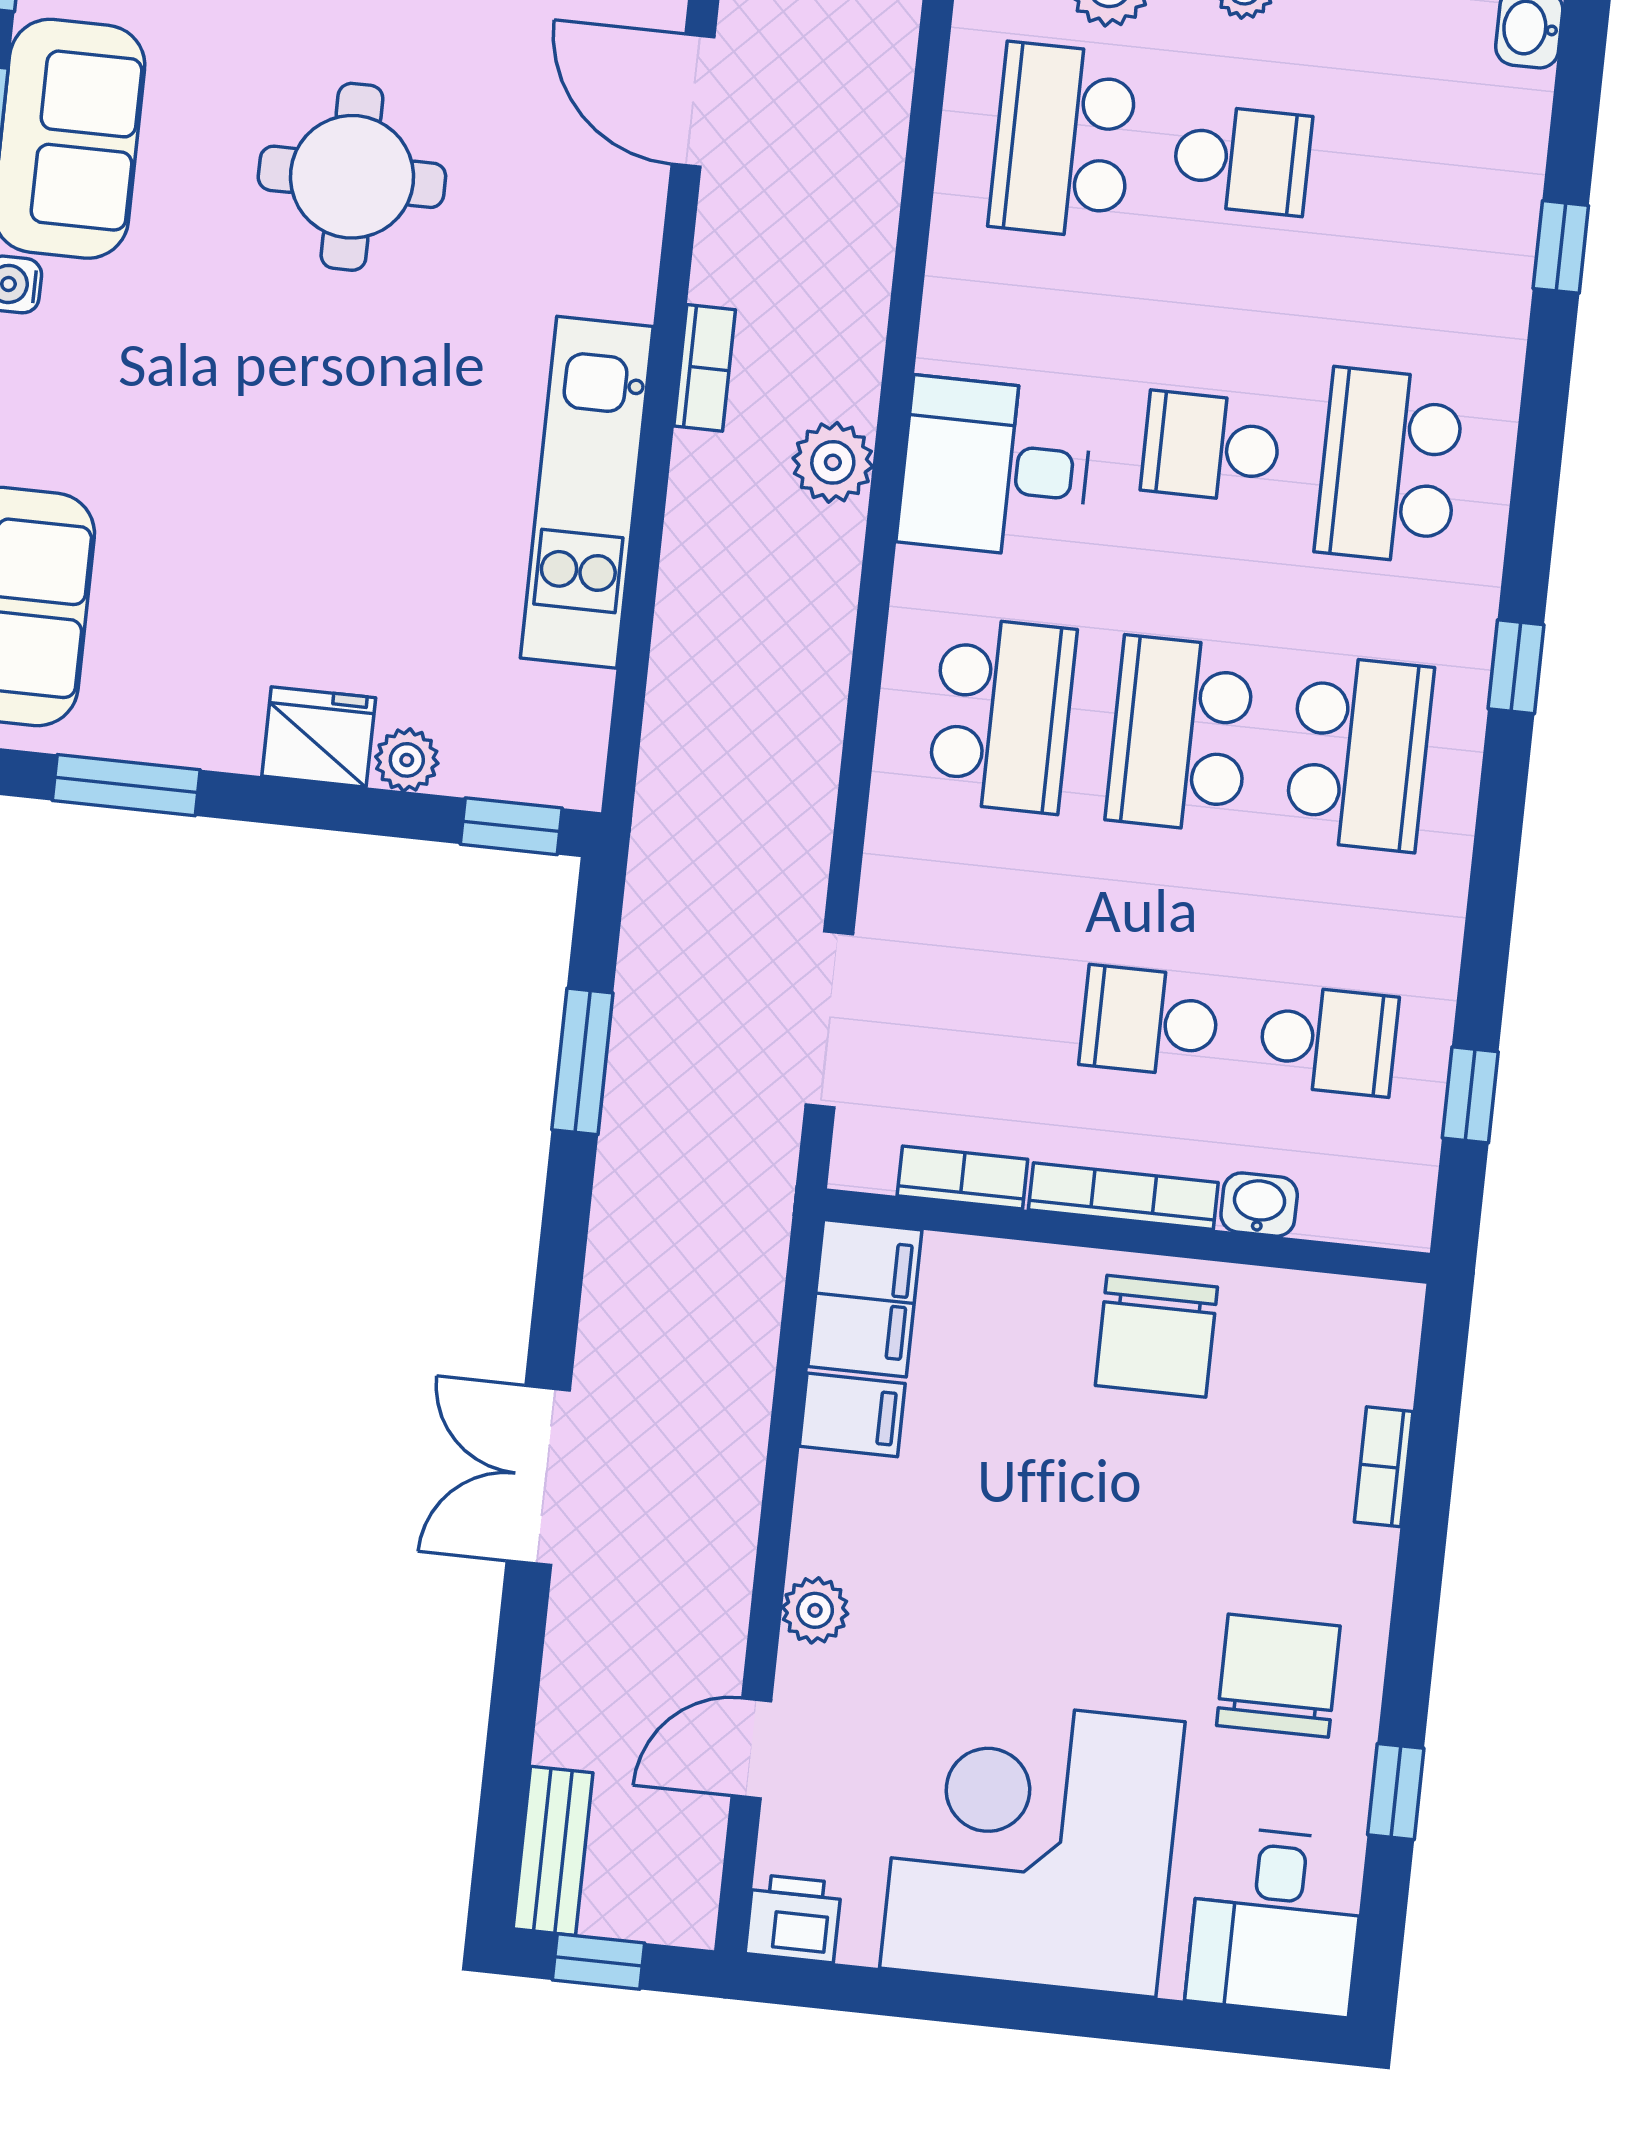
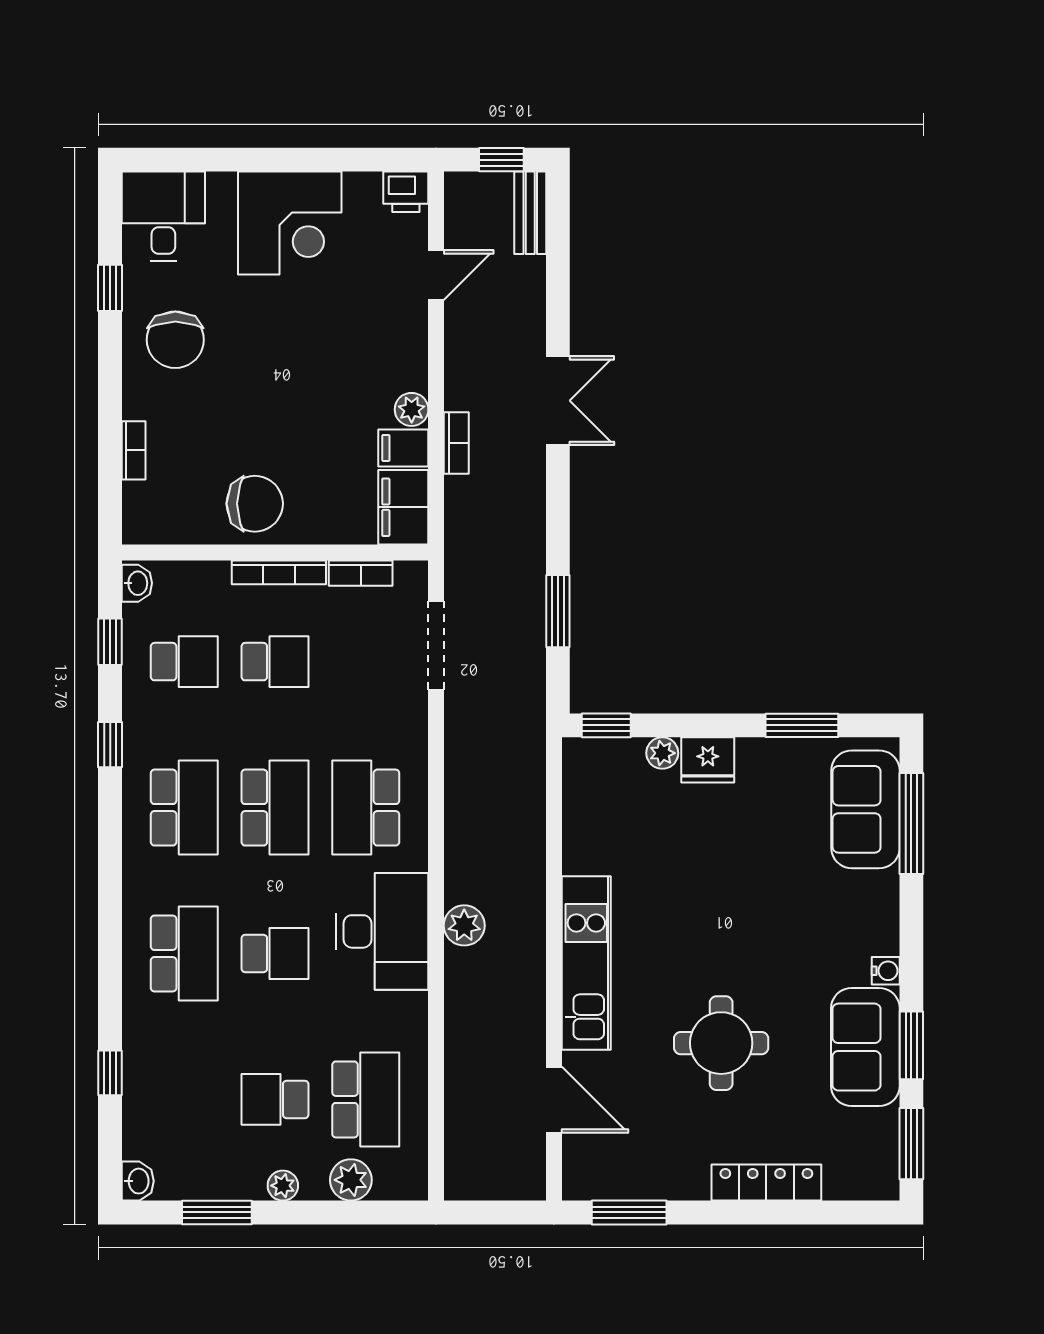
bookcase: (705, 368) -> (456, 443), moved, turned 180
desk: (995, 468) -> (382, 931), width x1.37
kitchen unit: (587, 492) -> (586, 963), moved
window: (1516, 667) -> (110, 745), moved
school desk: (1359, 753) -> (184, 808), turned 180
school desk: (1328, 1040) -> (184, 662), turned 180
washbasin: (1259, 1205) -> (137, 583), moved, turned -90
chair: (1156, 1336) -> (255, 504), turned 90
plant: (815, 1610) -> (412, 409), moved
corner desk: (1032, 1845) -> (290, 223), width x0.74, depth x0.74

